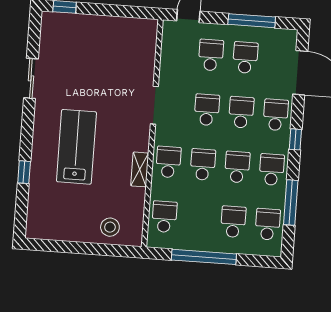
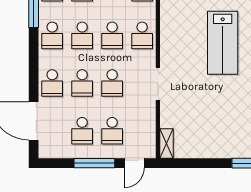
window: (252, 21) -> (94, 163), moved
window: (295, 139) -> (34, 63), removed
shelving: (140, 169) -> (166, 143), moved

